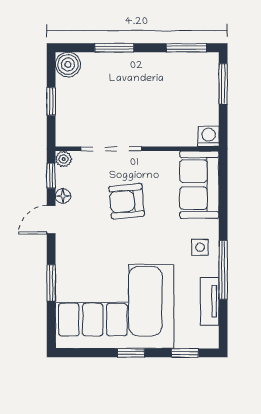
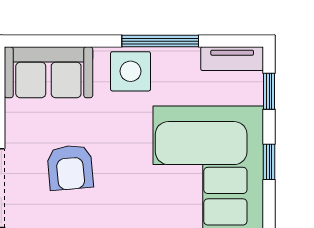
side table: (200, 247) -> (131, 71), width x1.87, depth x1.87
tv unit: (210, 301) -> (232, 59), moved

